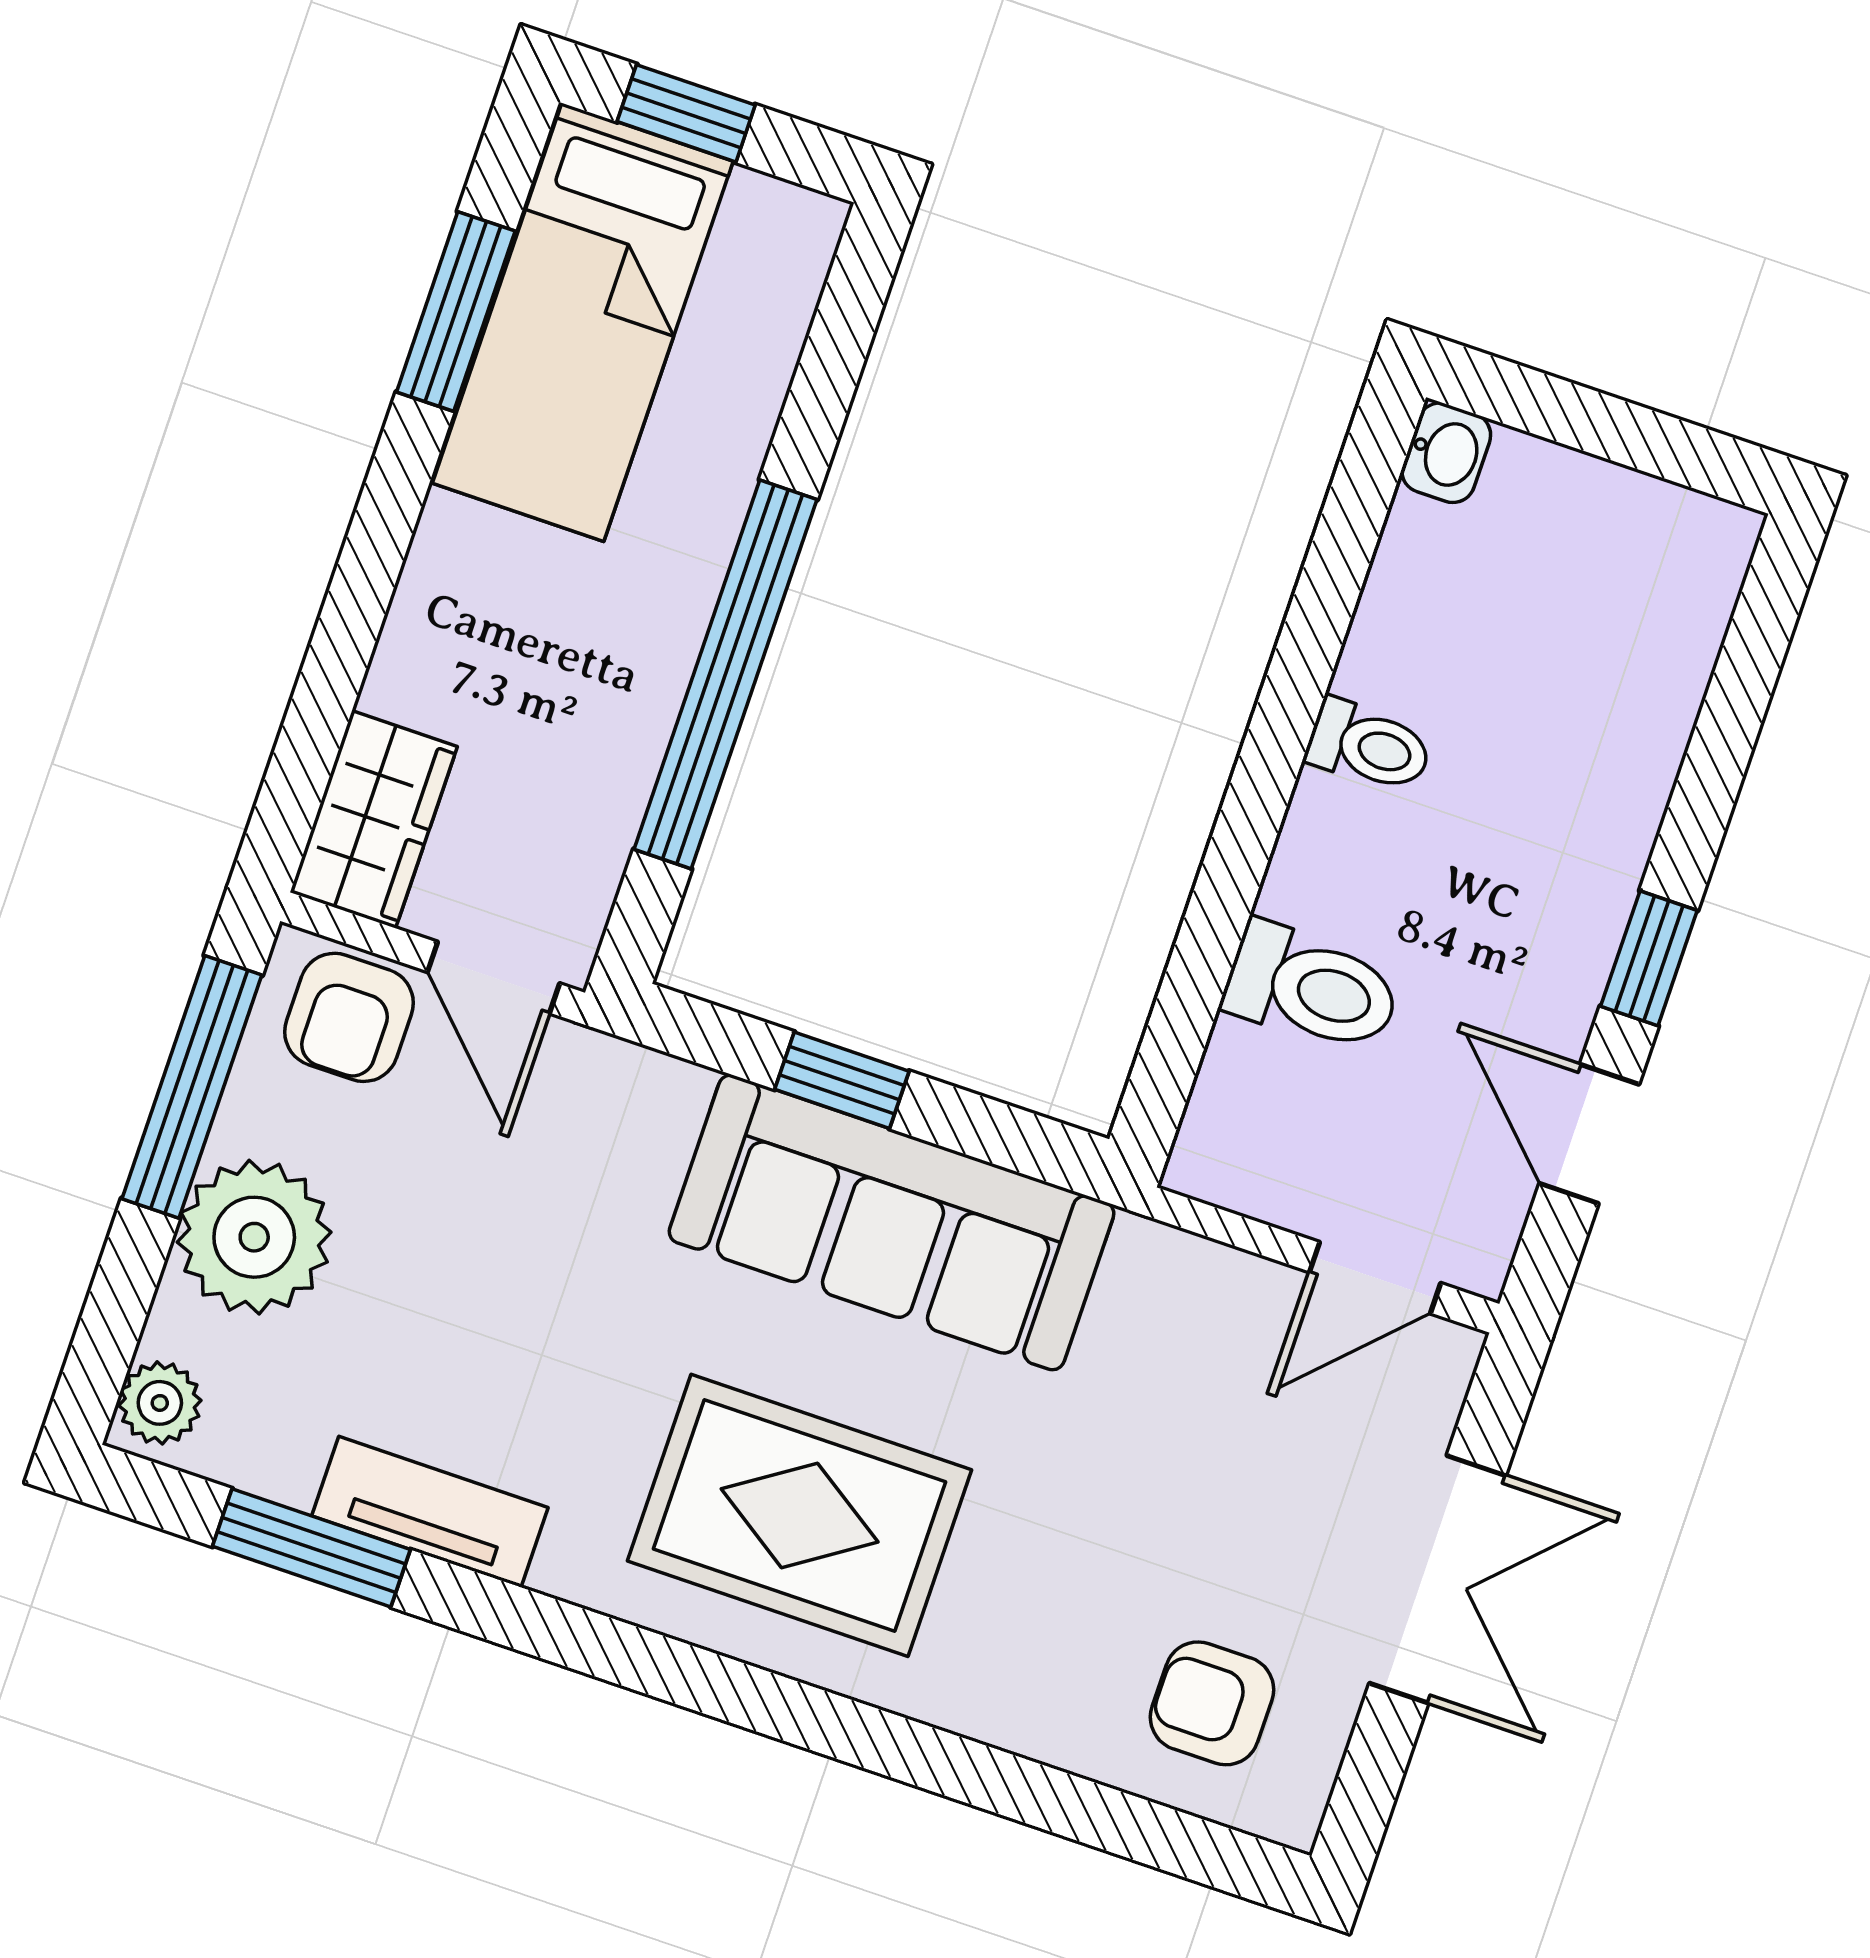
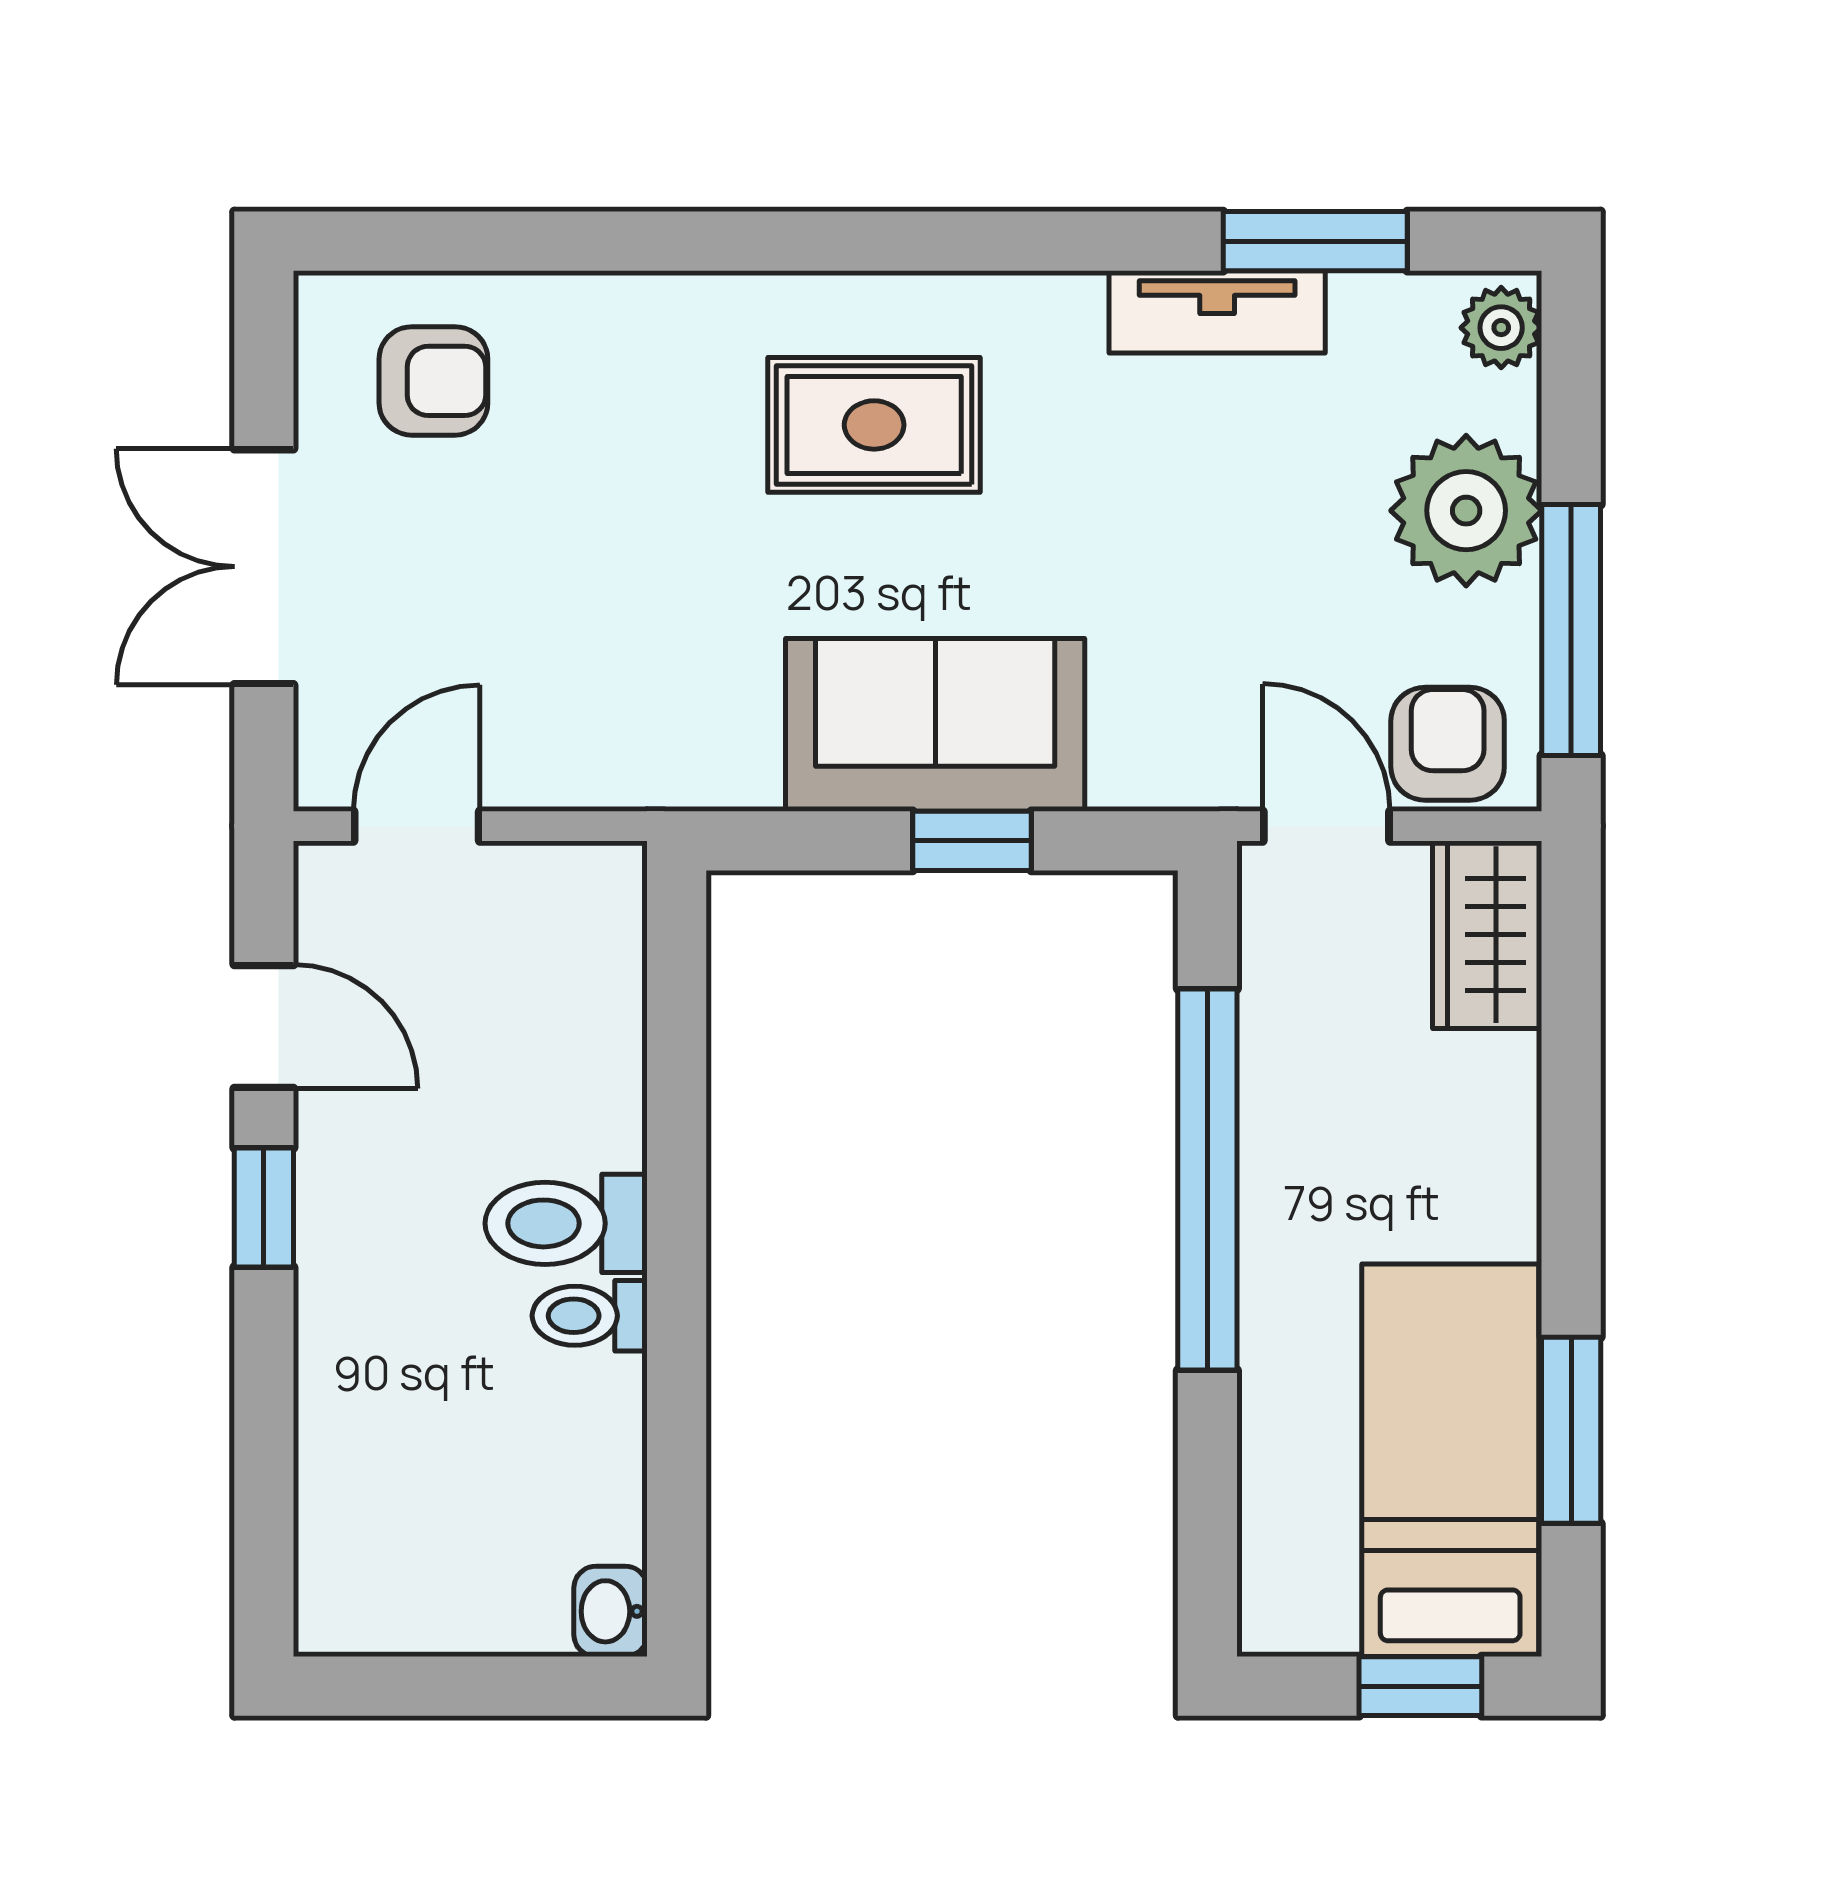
toilet: (1312, 988) -> (566, 1223), moved
sofa: (892, 1222) -> (935, 725), width x0.73
rug: (800, 1515) -> (874, 425), width x0.73, depth x0.70

